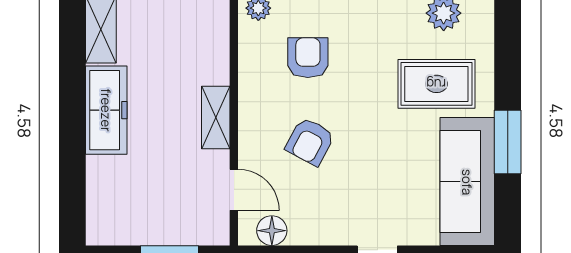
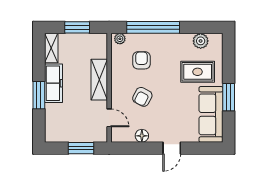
shelving: (216, 117) -> (99, 80), width x1.50, depth x1.33
window: (72, 137) -> (39, 95), added
floor lamp: (272, 231) -> (142, 136), moved

